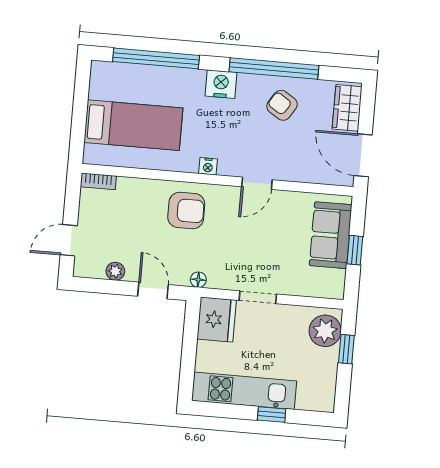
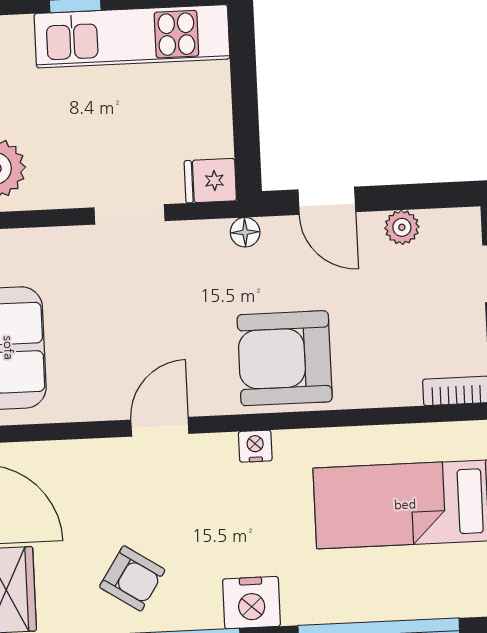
armchair: (186, 211) -> (285, 358), width x1.36, depth x1.36
fridge: (217, 320) -> (210, 181), width x0.53, depth x0.75

